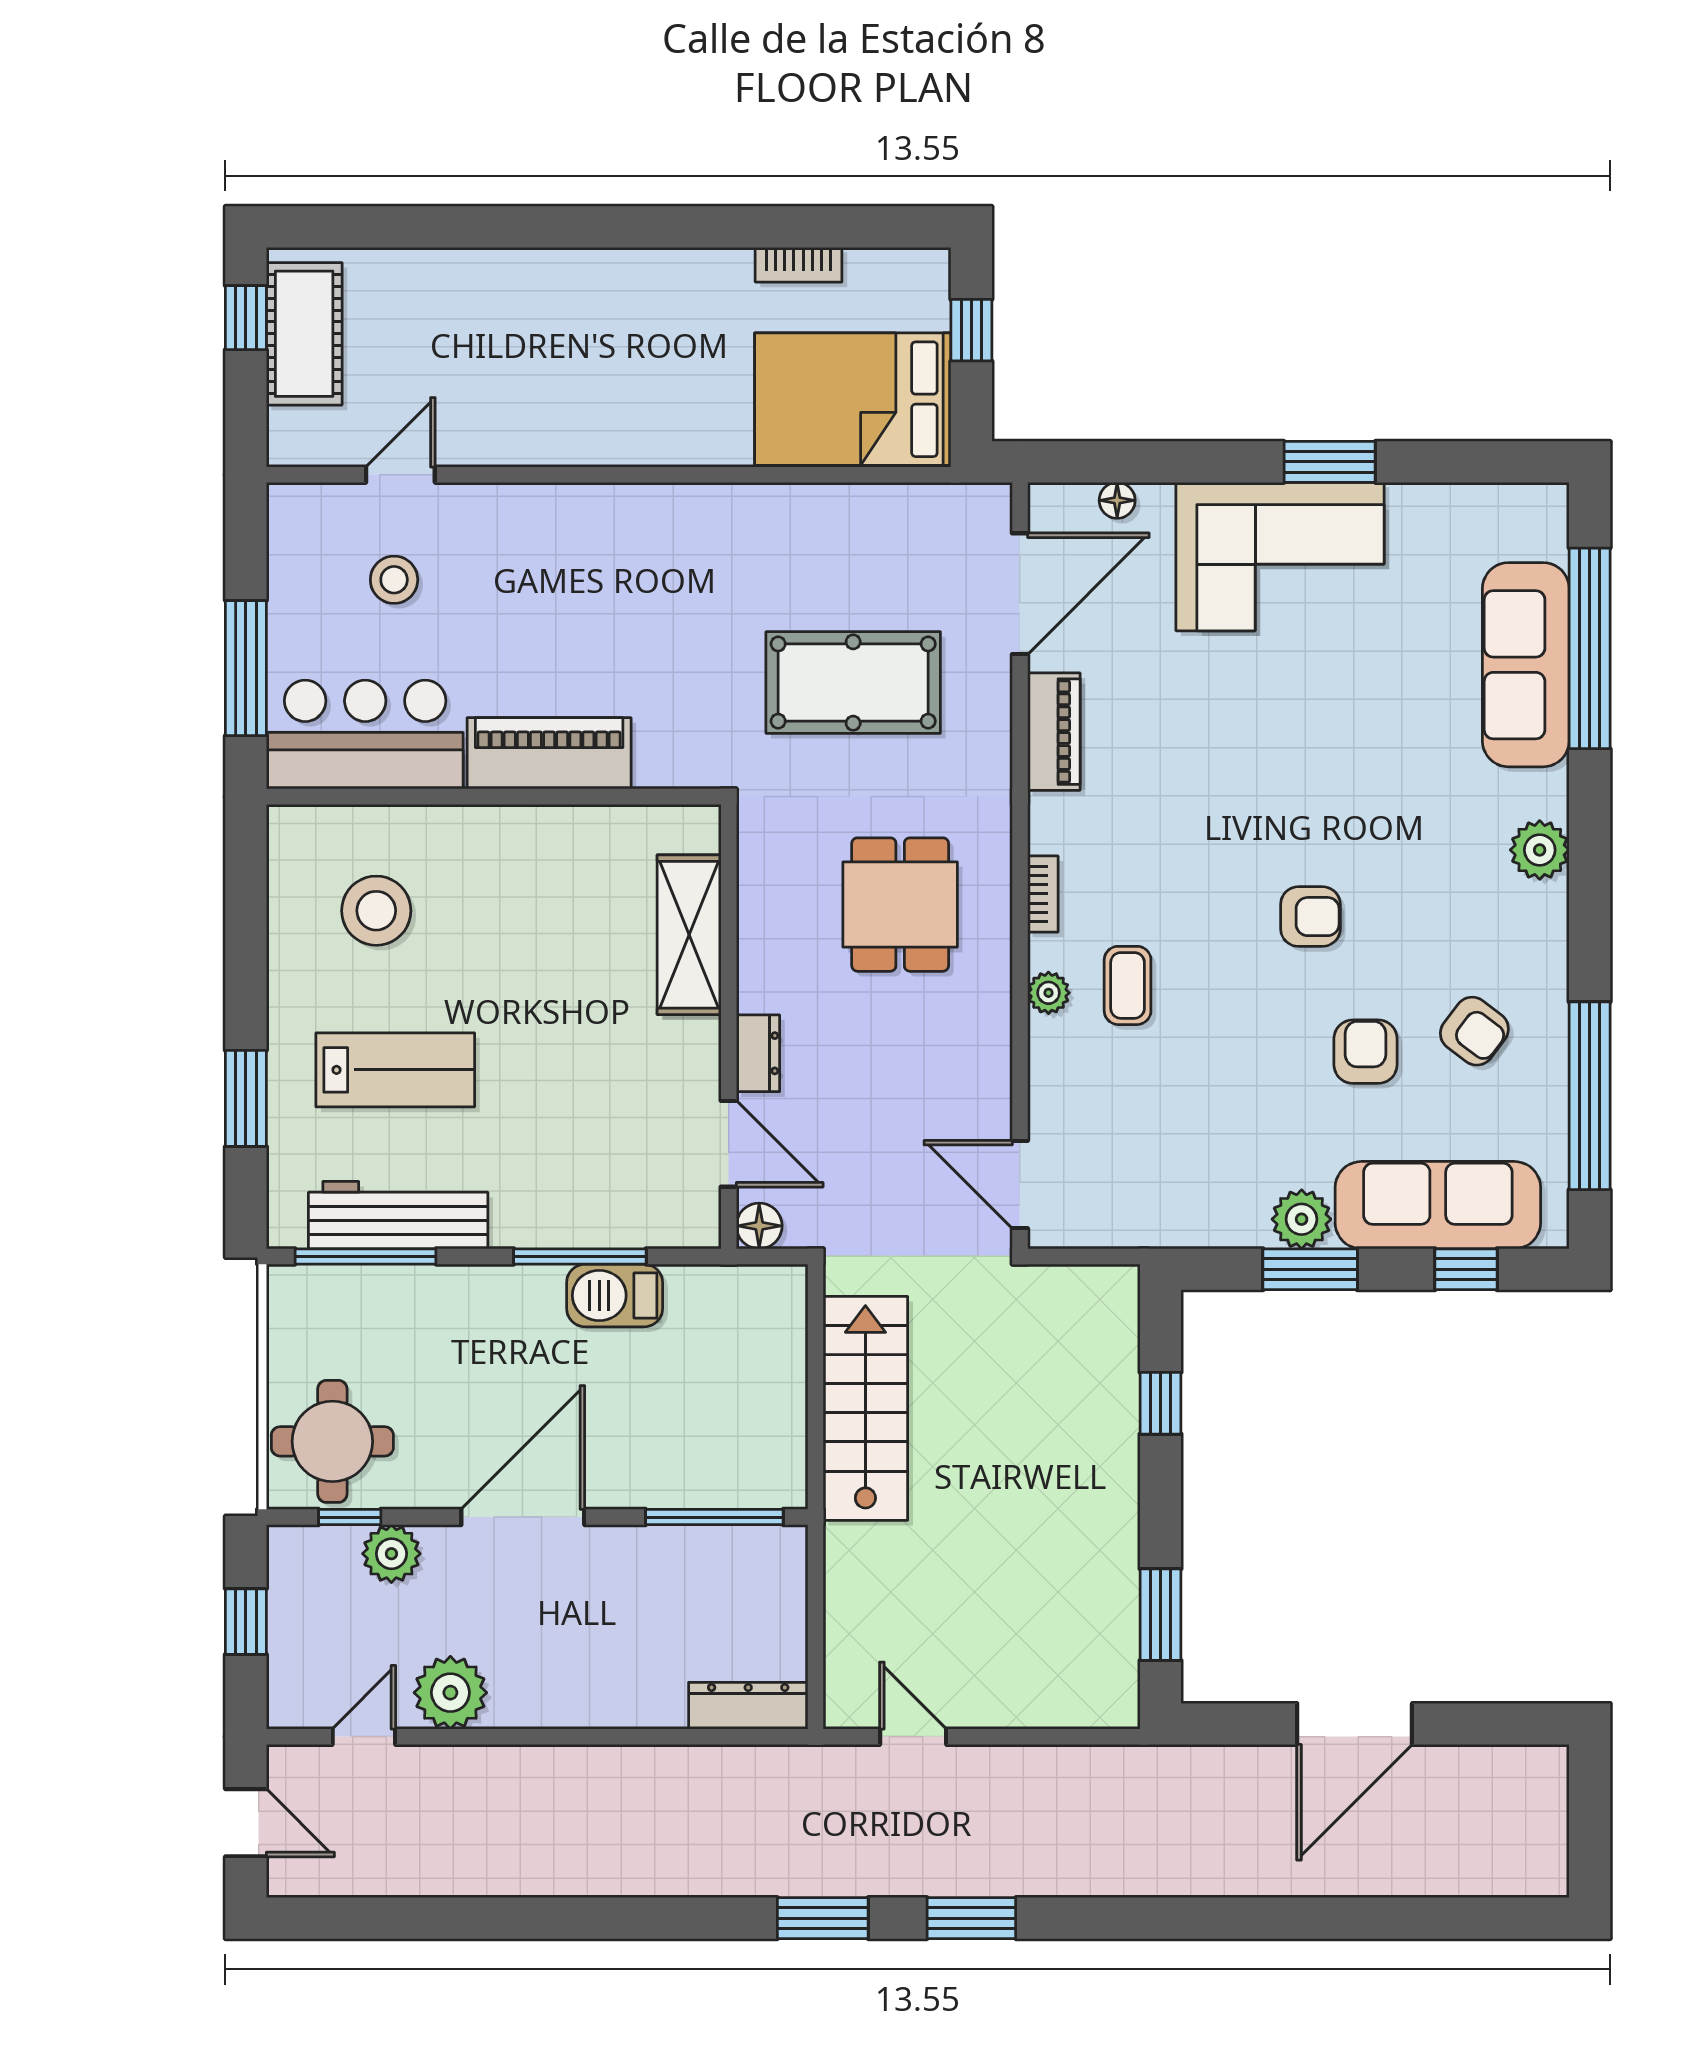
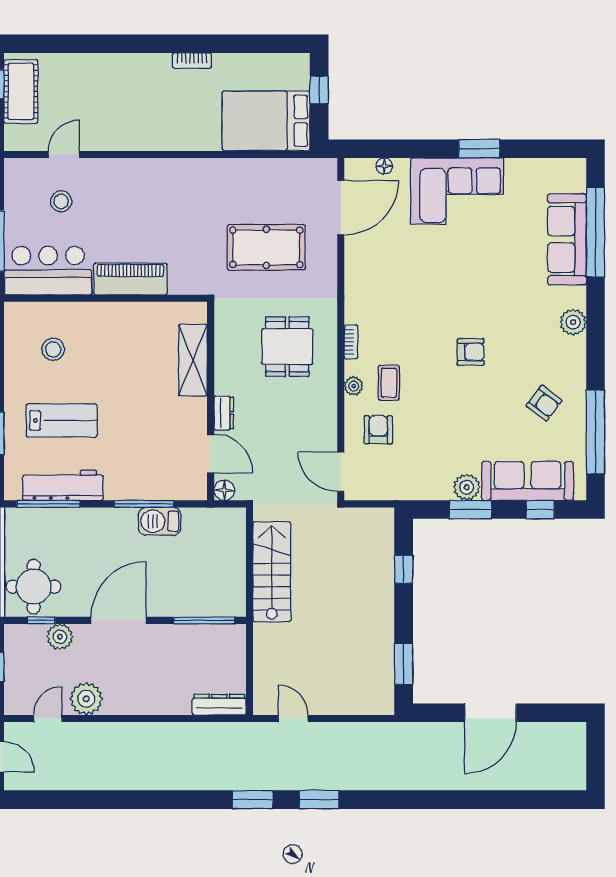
bookcase: (799, 265) -> (192, 61), moved
piano: (1054, 732) -> (356, 269), removed
stool: (376, 911) -> (53, 349), width x0.73, depth x0.73
armchair: (1365, 1052) -> (378, 430), moved

